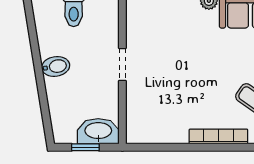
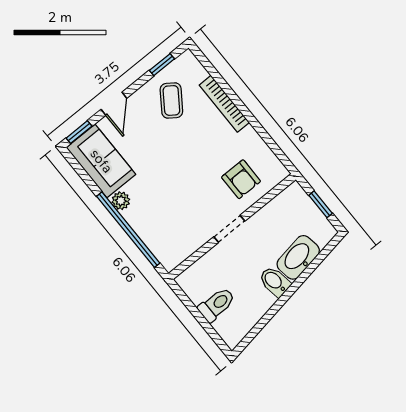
armchair: (152, 103) -> (241, 179), added
washbasin: (98, 131) -> (298, 257), moved, turned 81

